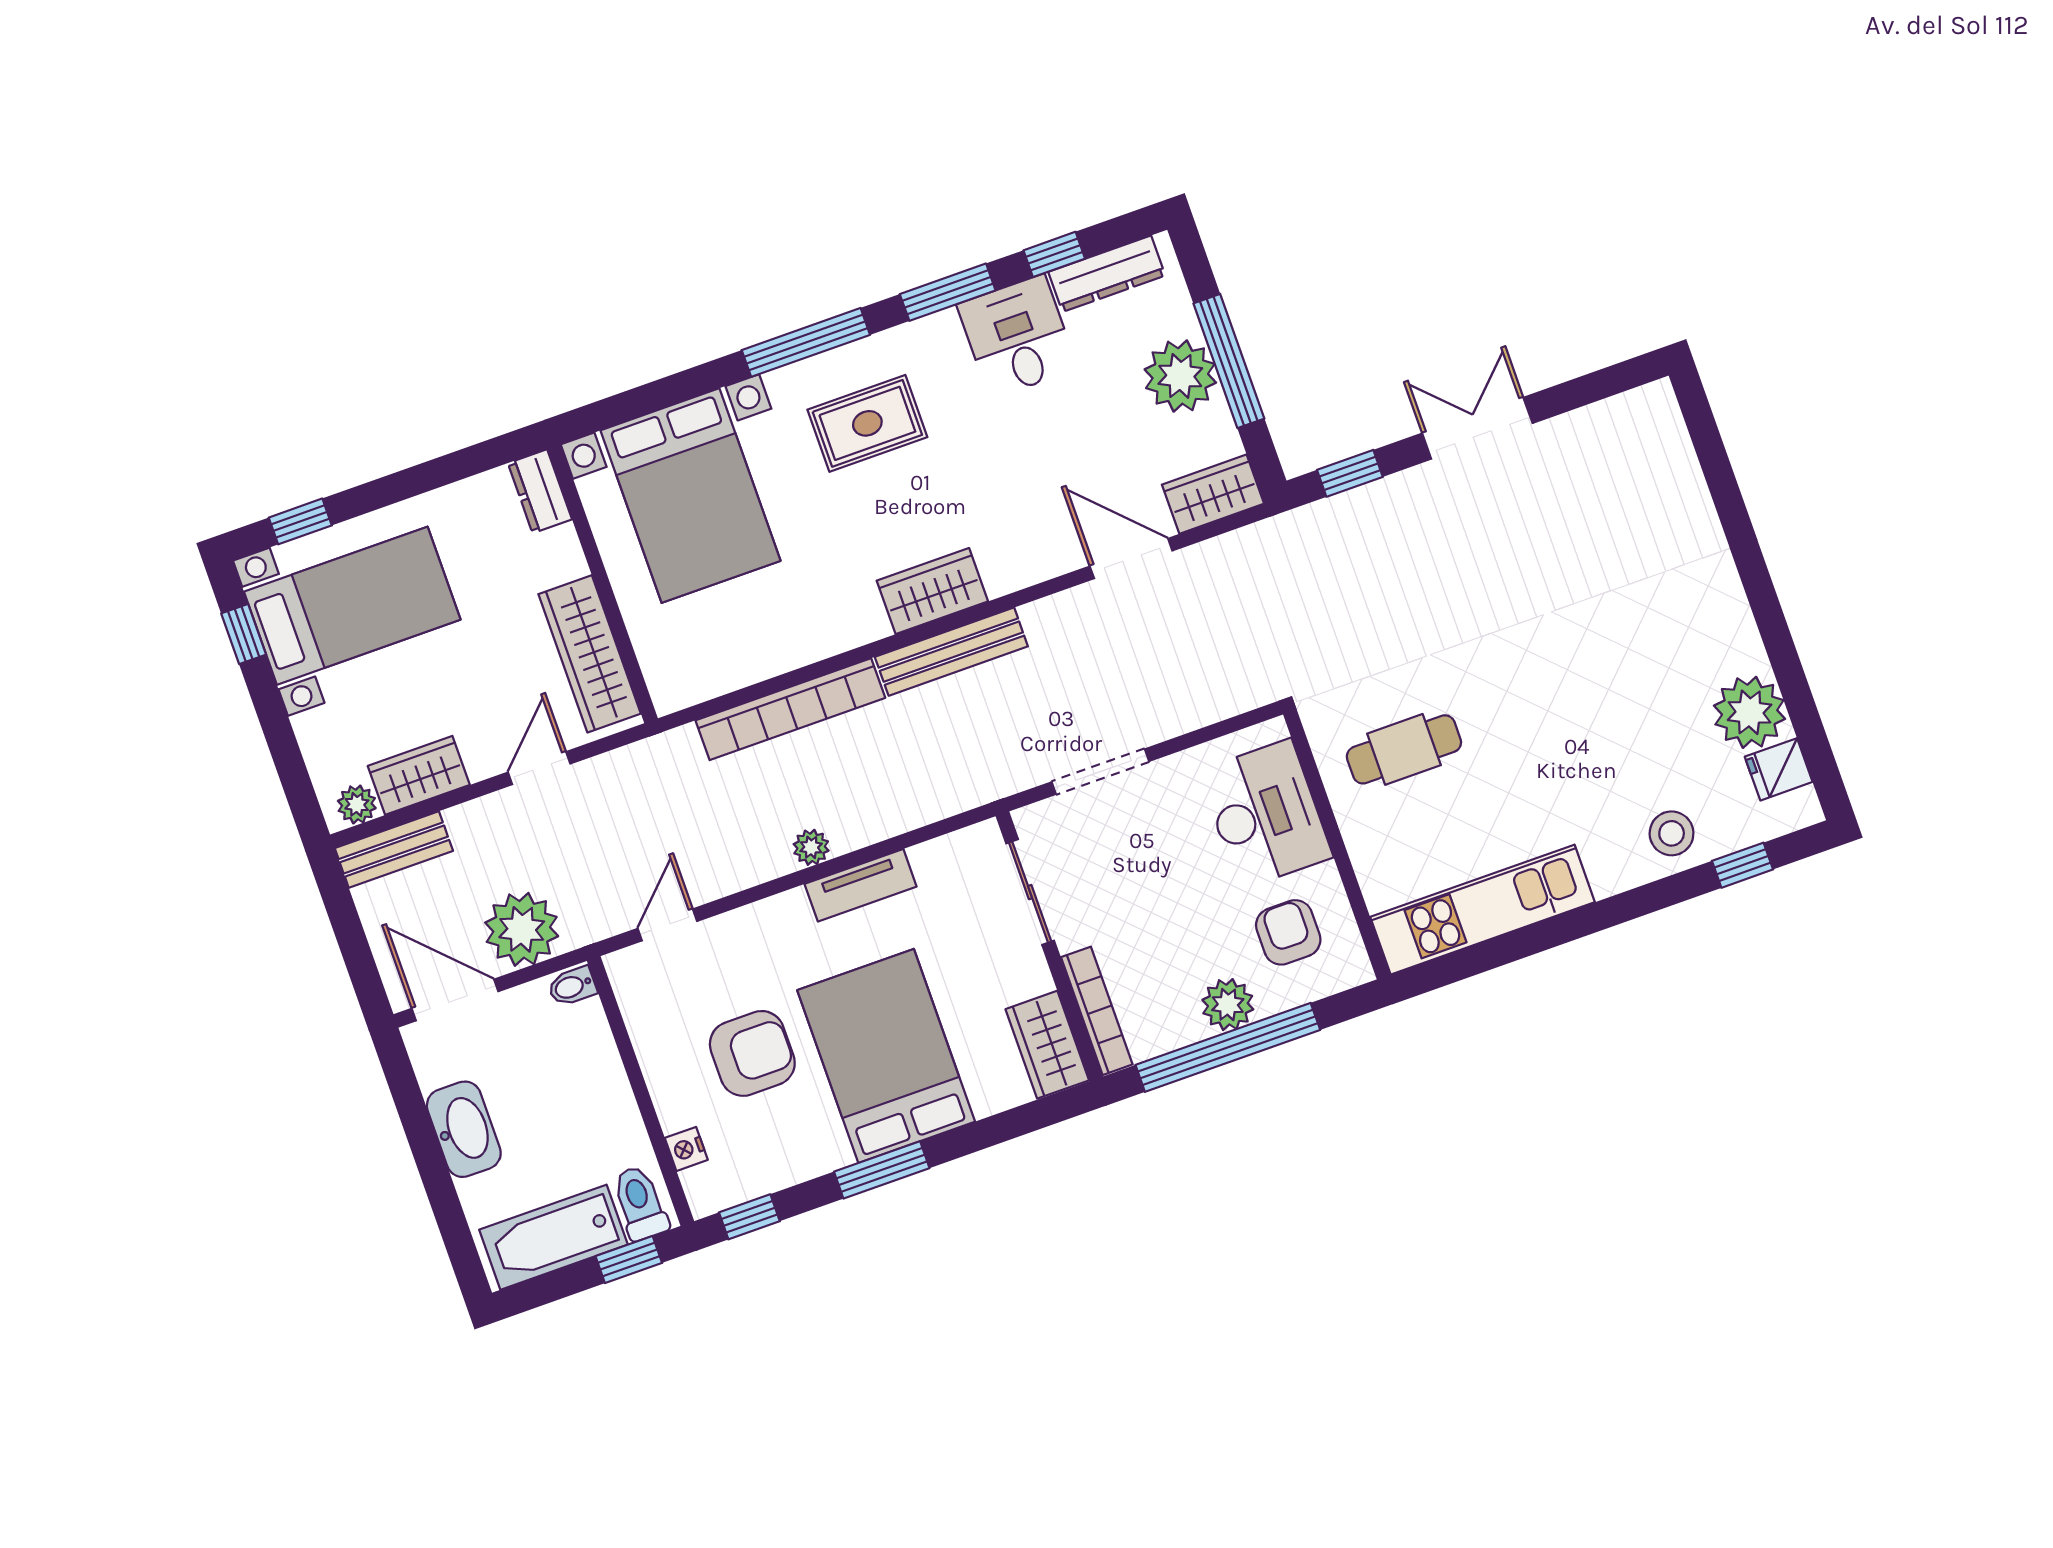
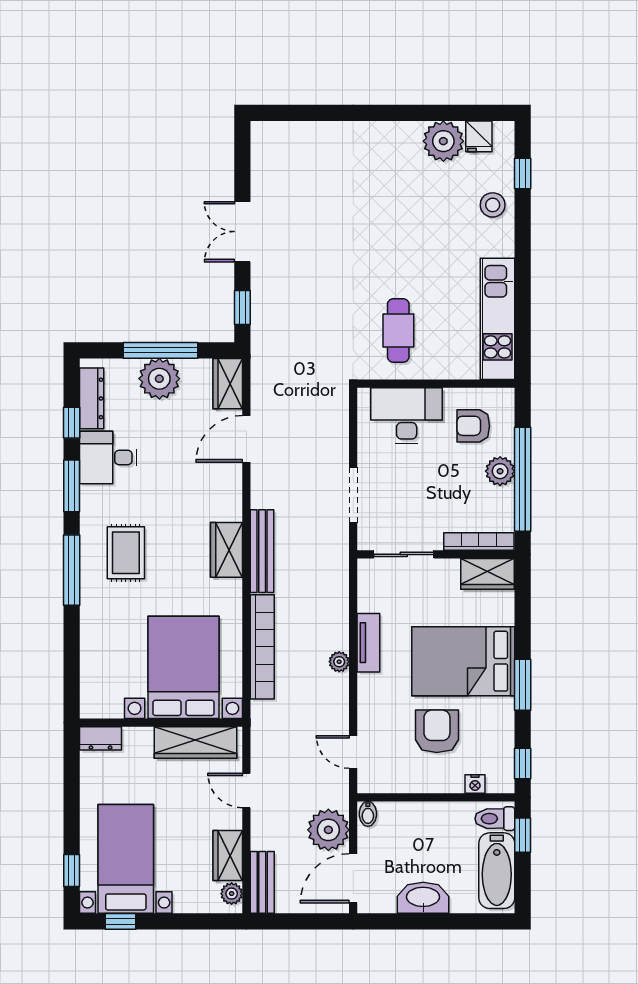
bed with nightstands: (691, 496) -> (183, 667), moved, turned -90

